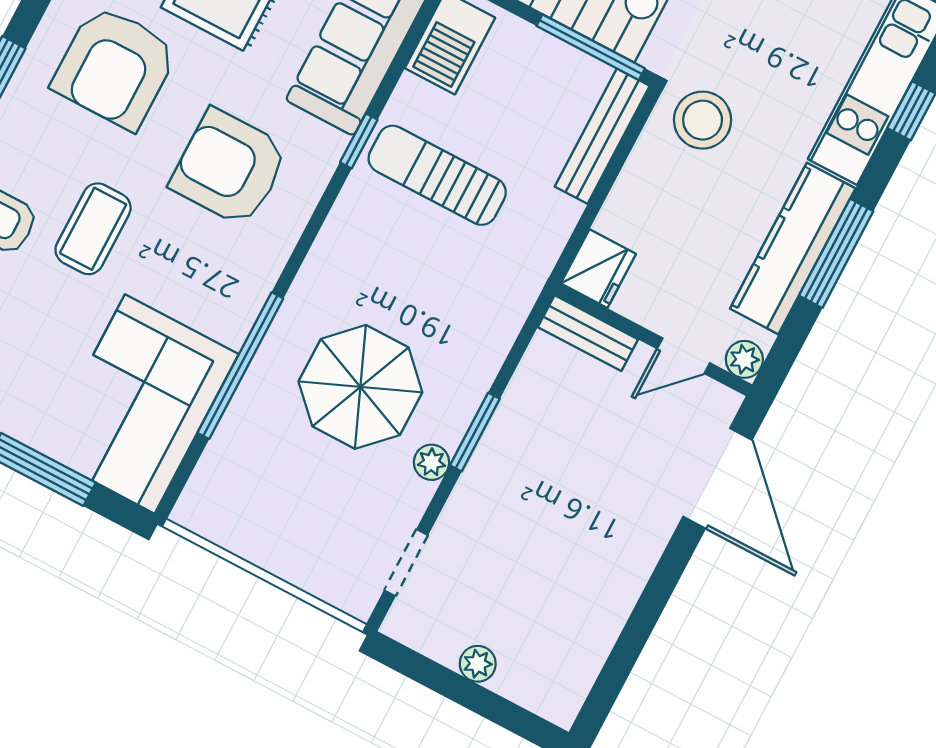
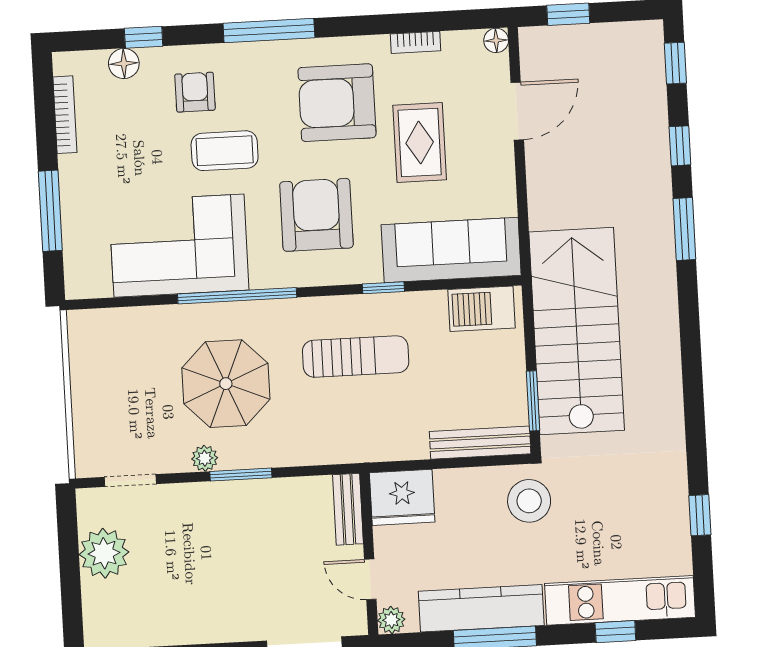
window: (591, 47) -> (533, 401), width x0.69
sun lounger: (437, 175) -> (356, 357), moved, turned 90
fridge: (598, 269) -> (402, 497), width x1.36, depth x1.34
window: (240, 366) -> (237, 296), moved
corner sofa: (140, 404) -> (179, 246), moved
plant: (478, 664) -> (104, 553), width x1.88, depth x1.88

